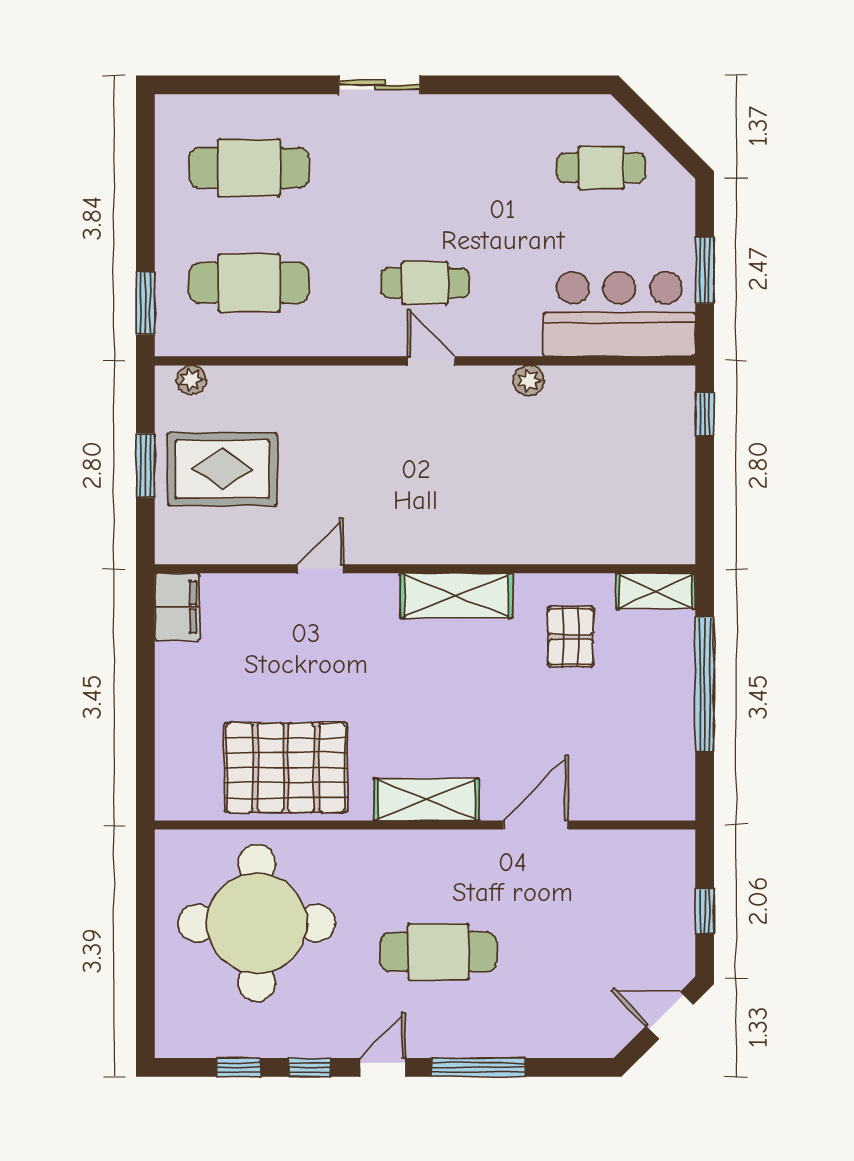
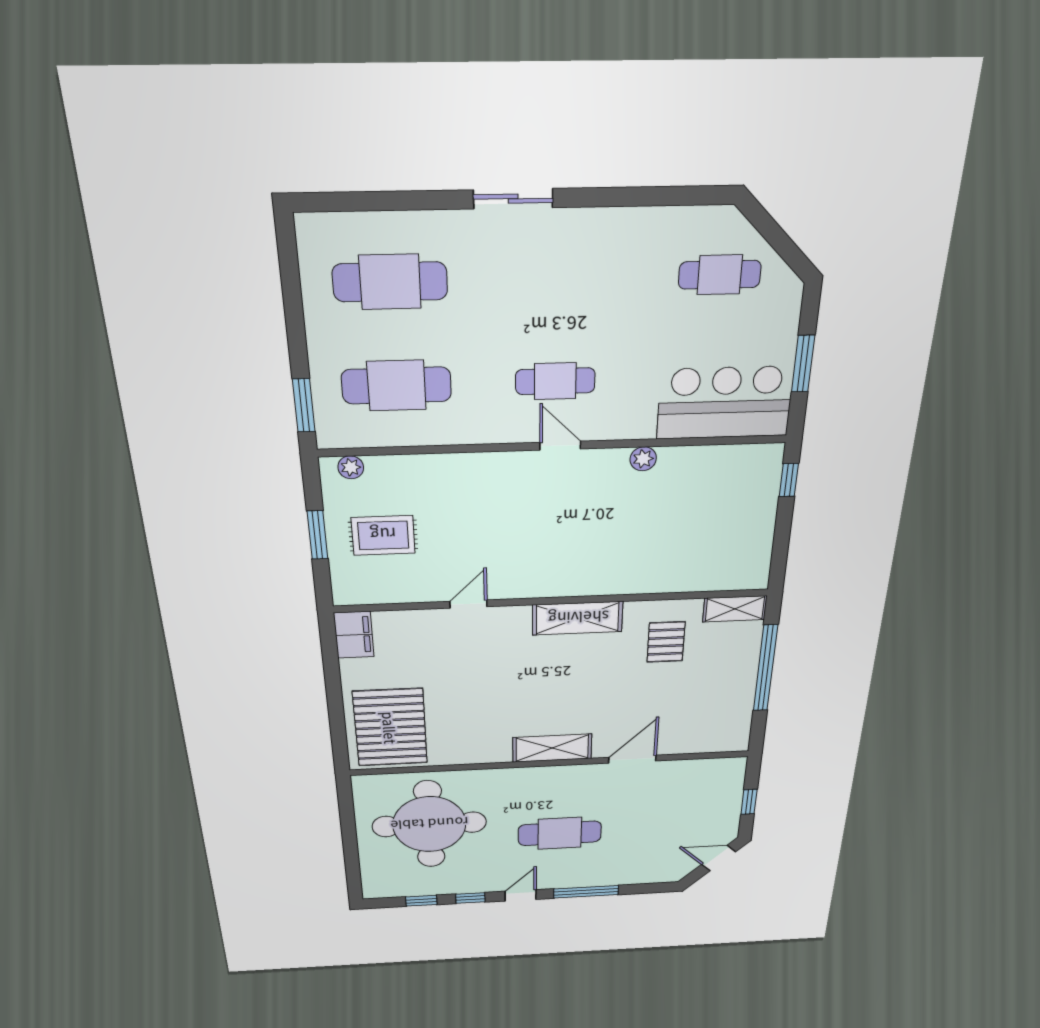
rug: (222, 469) -> (383, 535), width x0.73, depth x0.70
pallet: (286, 768) -> (390, 728), moved, turned 90

